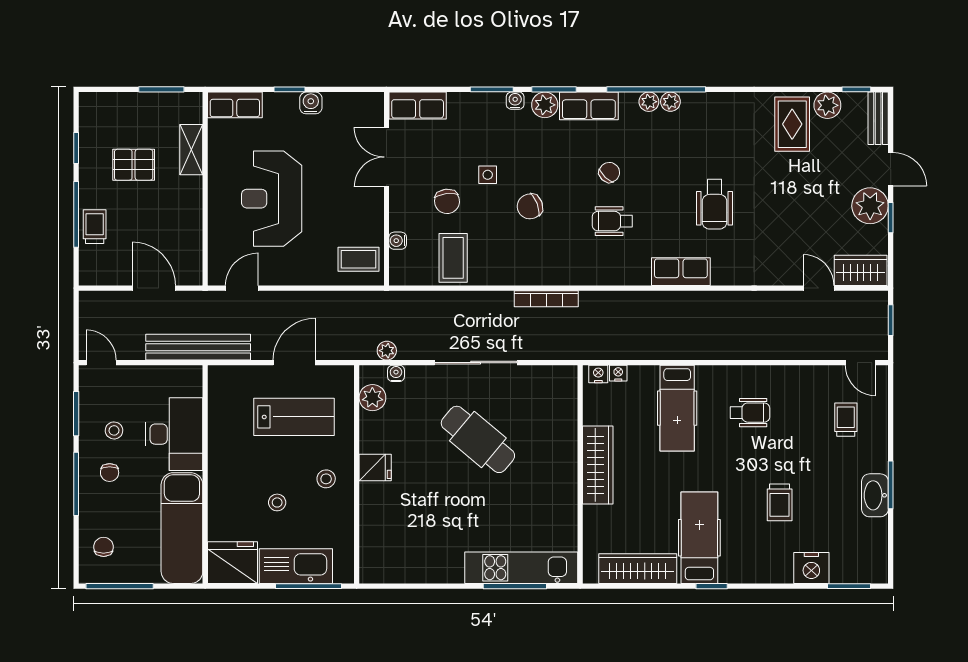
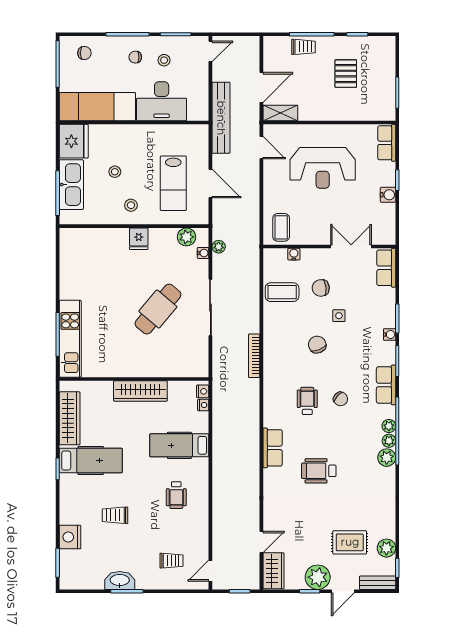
plant: (545, 105) -> (387, 458), moved
rug: (792, 124) -> (350, 542), moved
shelving: (191, 150) -> (280, 113), moved
reception desk: (272, 199) -> (323, 168), turned 180

